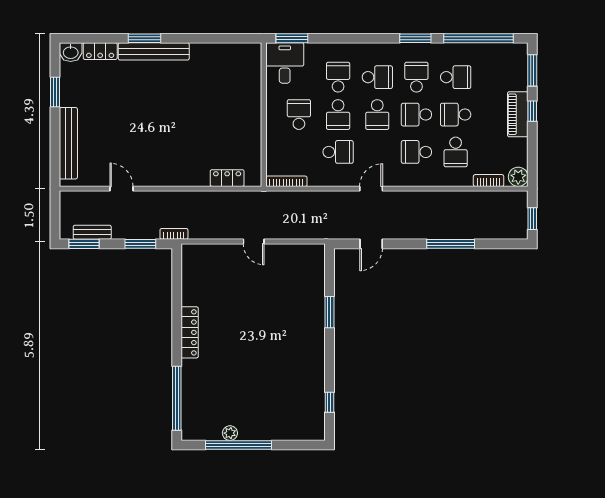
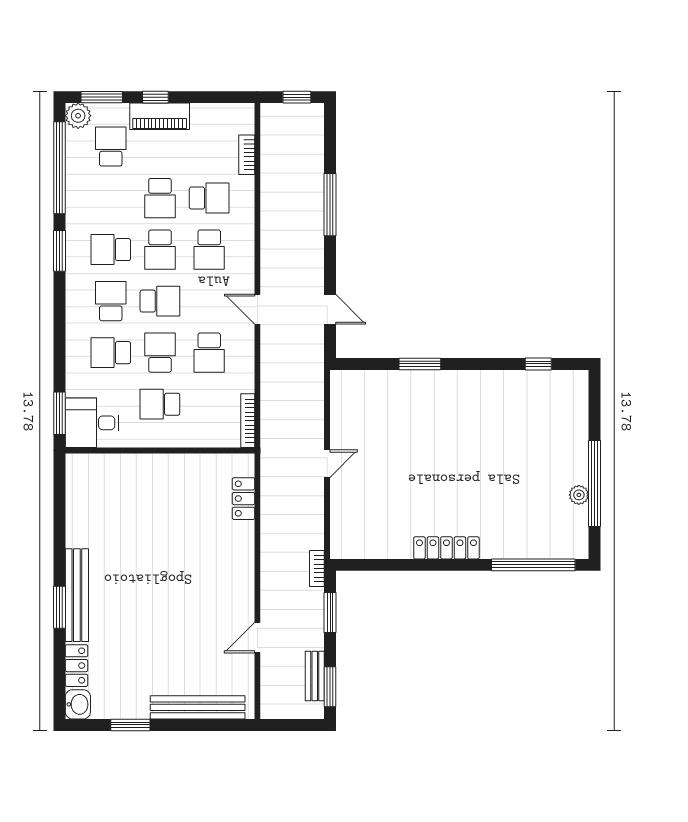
school desk: (456, 77) -> (111, 147), moved
school desk: (338, 115) -> (160, 353), turned -90
school desk: (338, 152) -> (209, 353), turned 180
plant: (518, 177) -> (78, 116), moved

